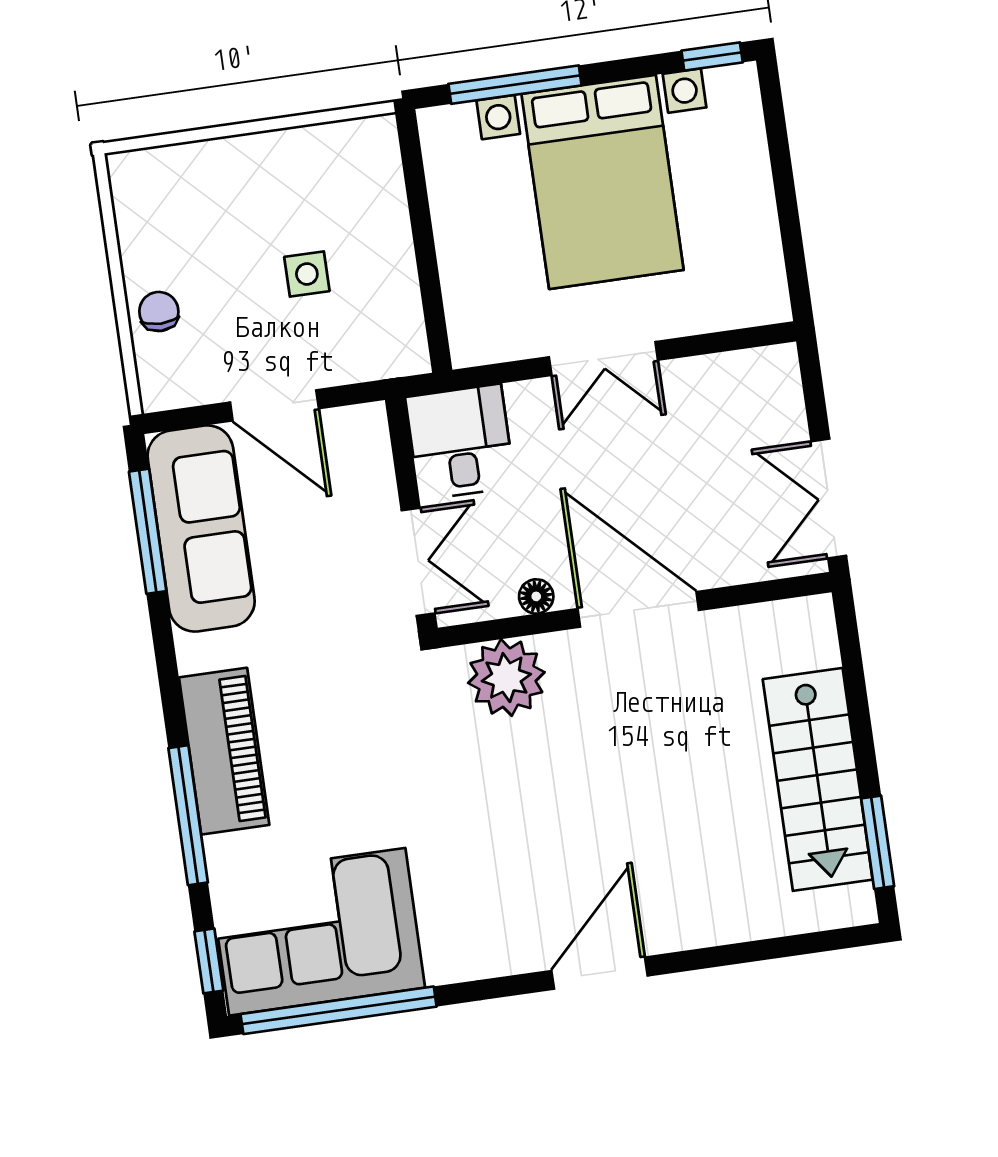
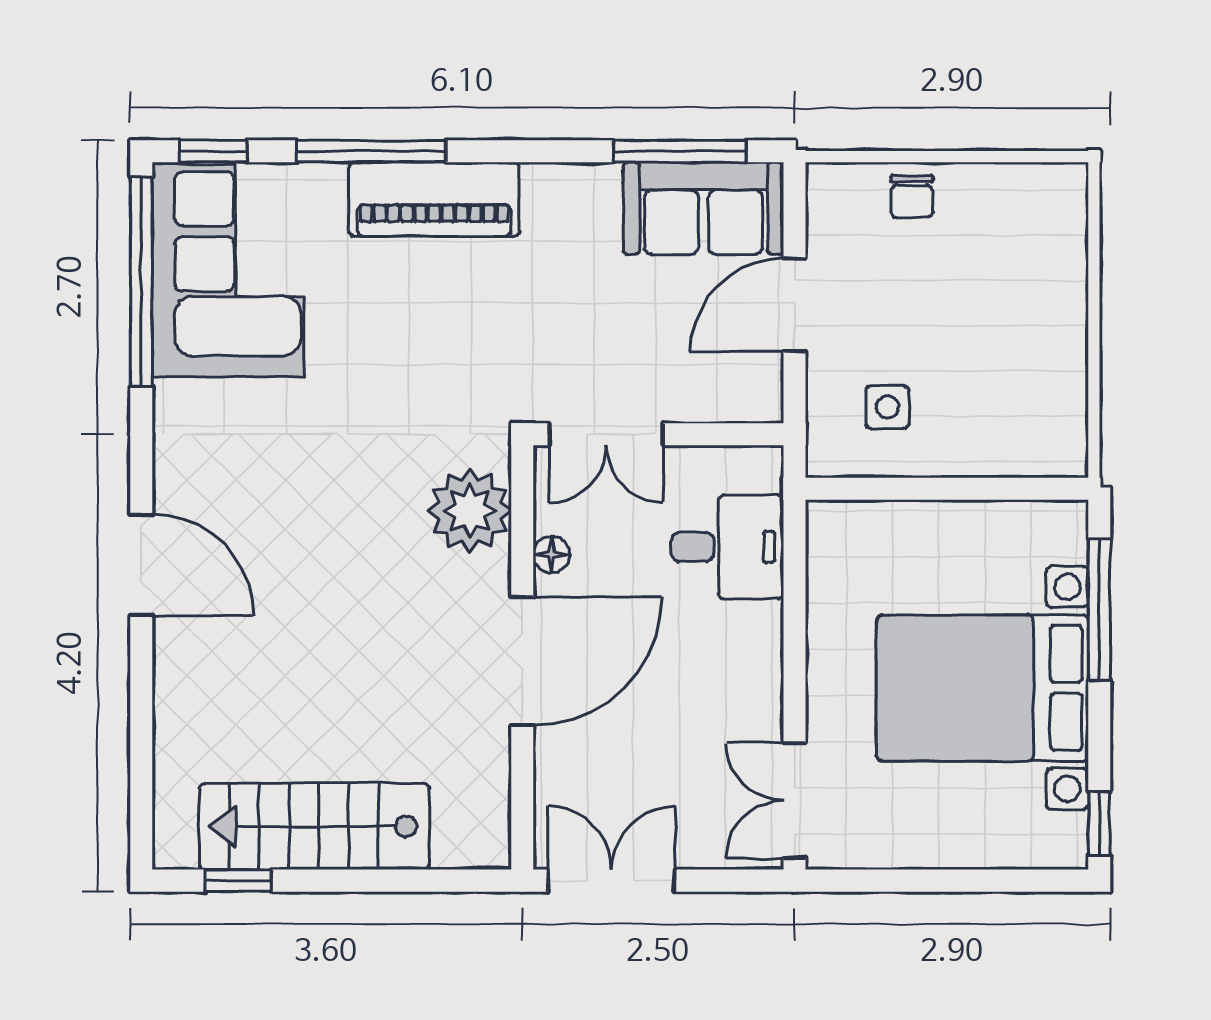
side table: (307, 274) -> (887, 407), moved
chair: (159, 311) -> (912, 196), turned 90
double door: (603, 359) -> (794, 800), moved
desk: (460, 442) -> (727, 547), moved
sofa: (201, 528) -> (703, 208), width x0.73
window: (878, 842) -> (238, 881), width x0.67

